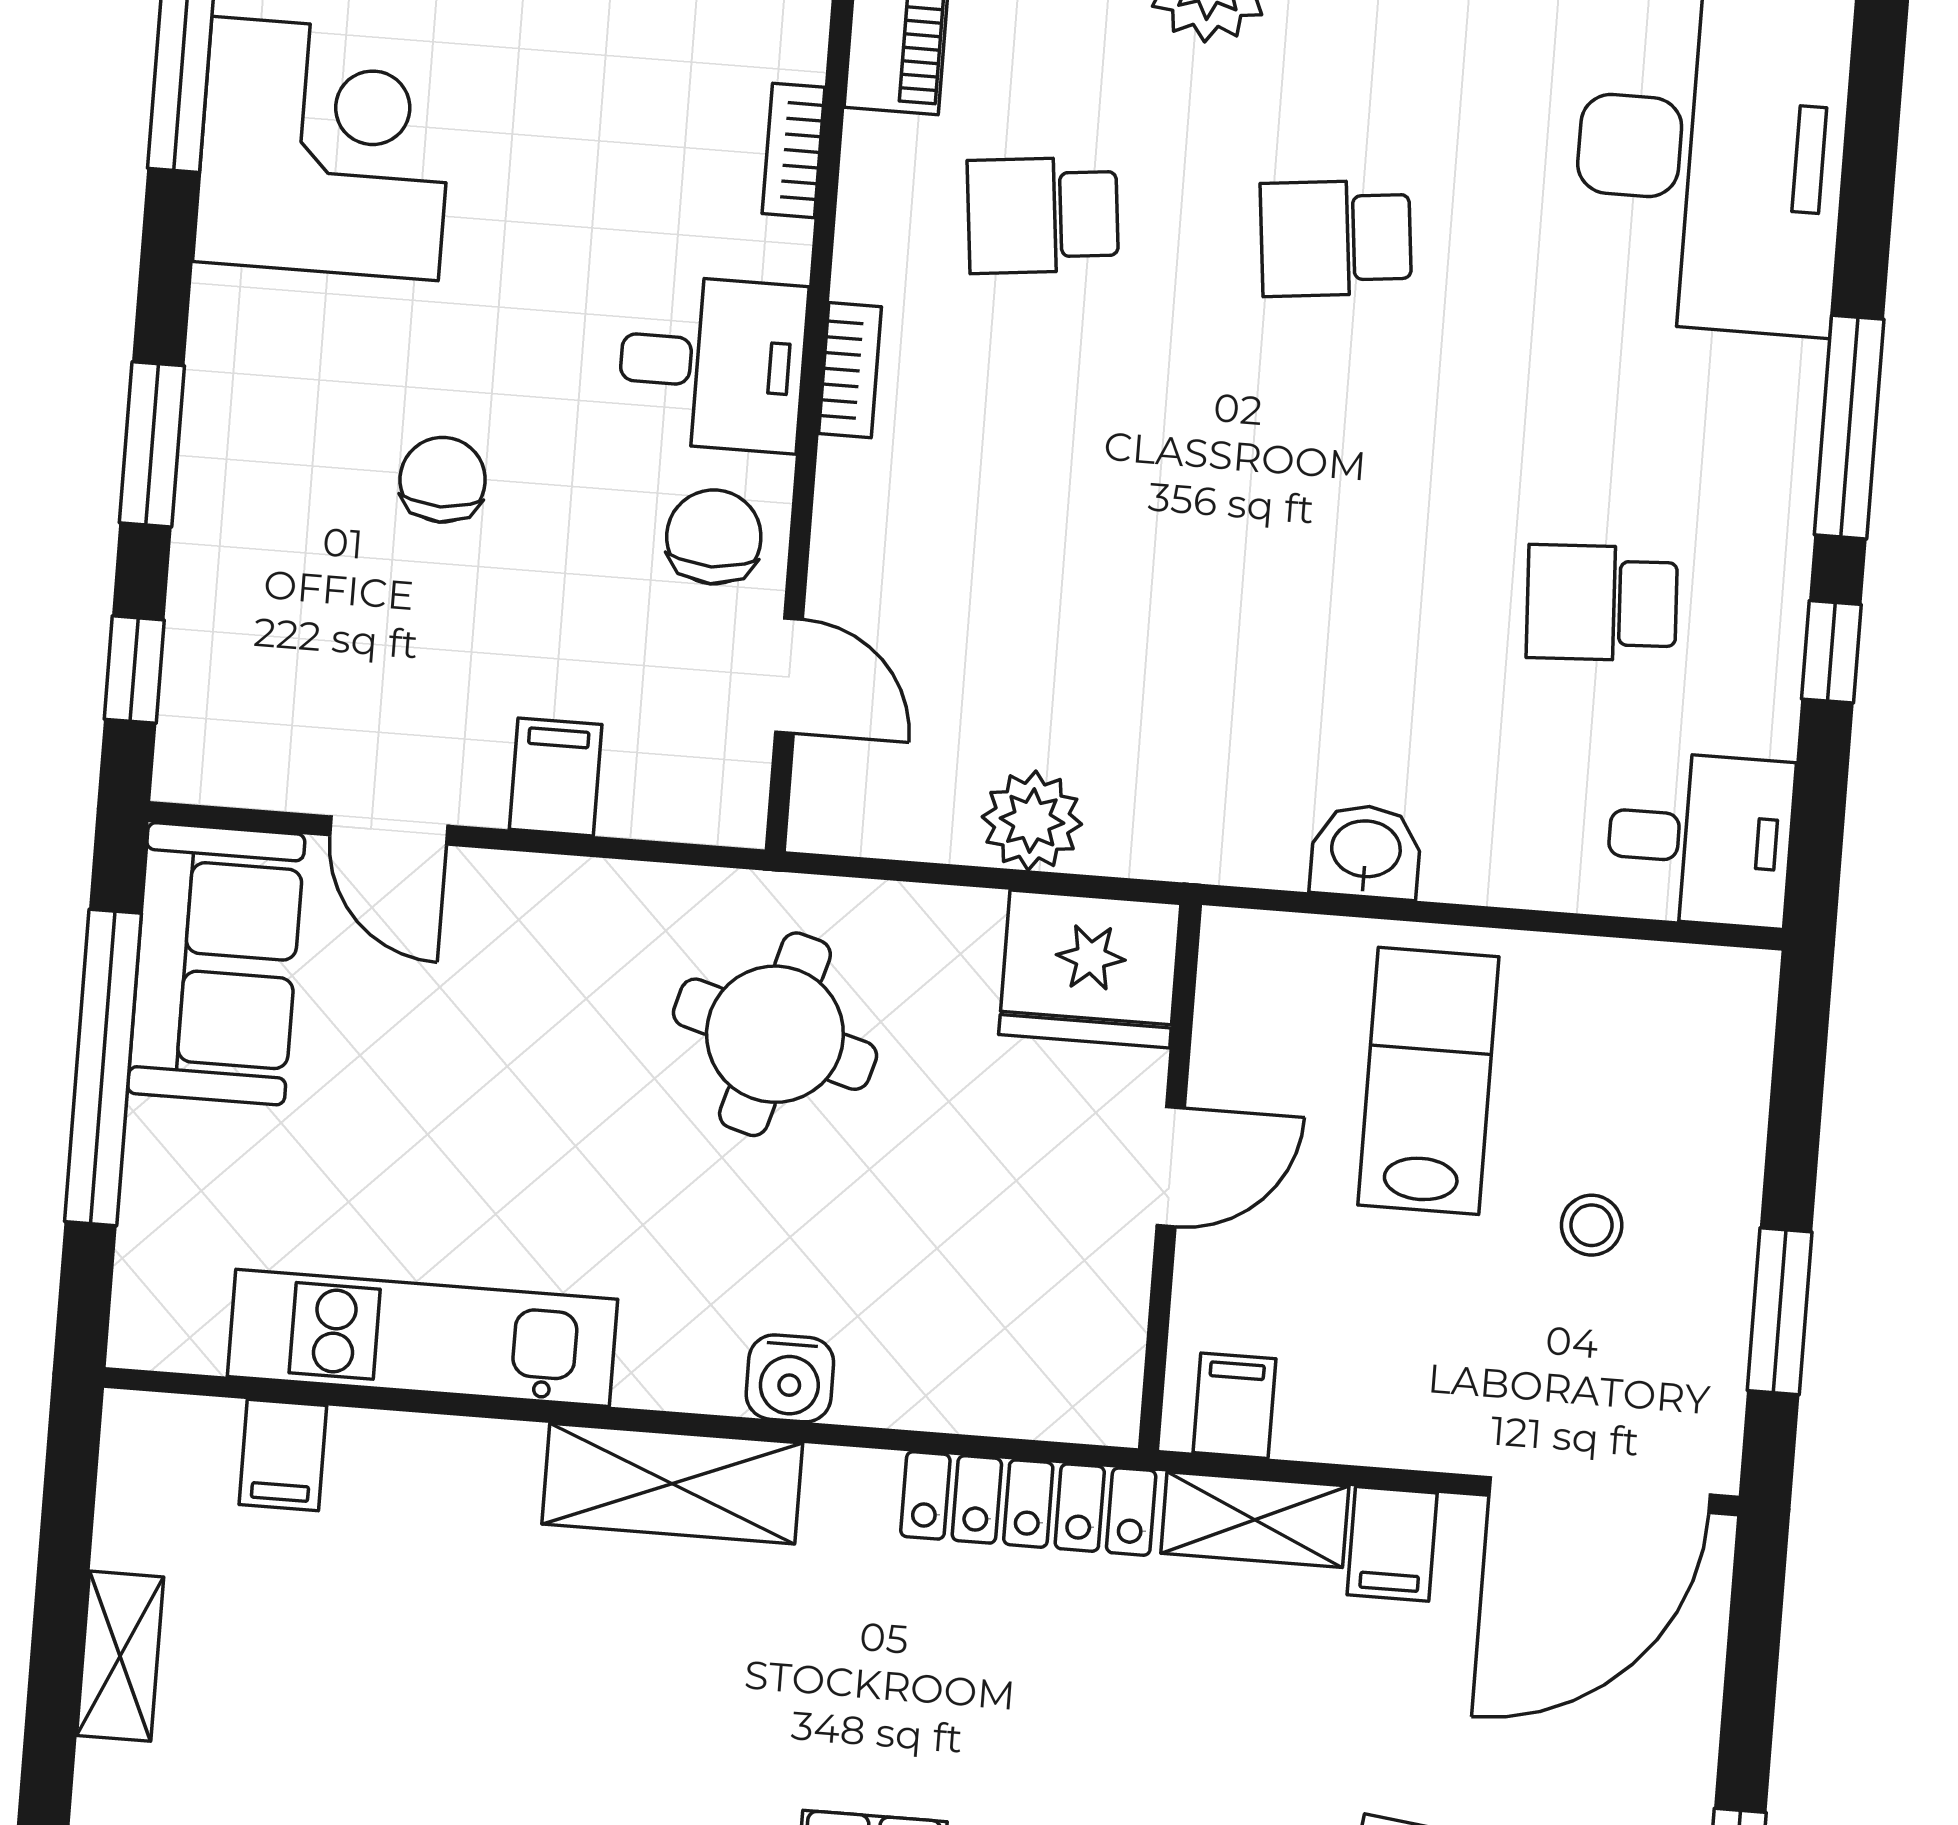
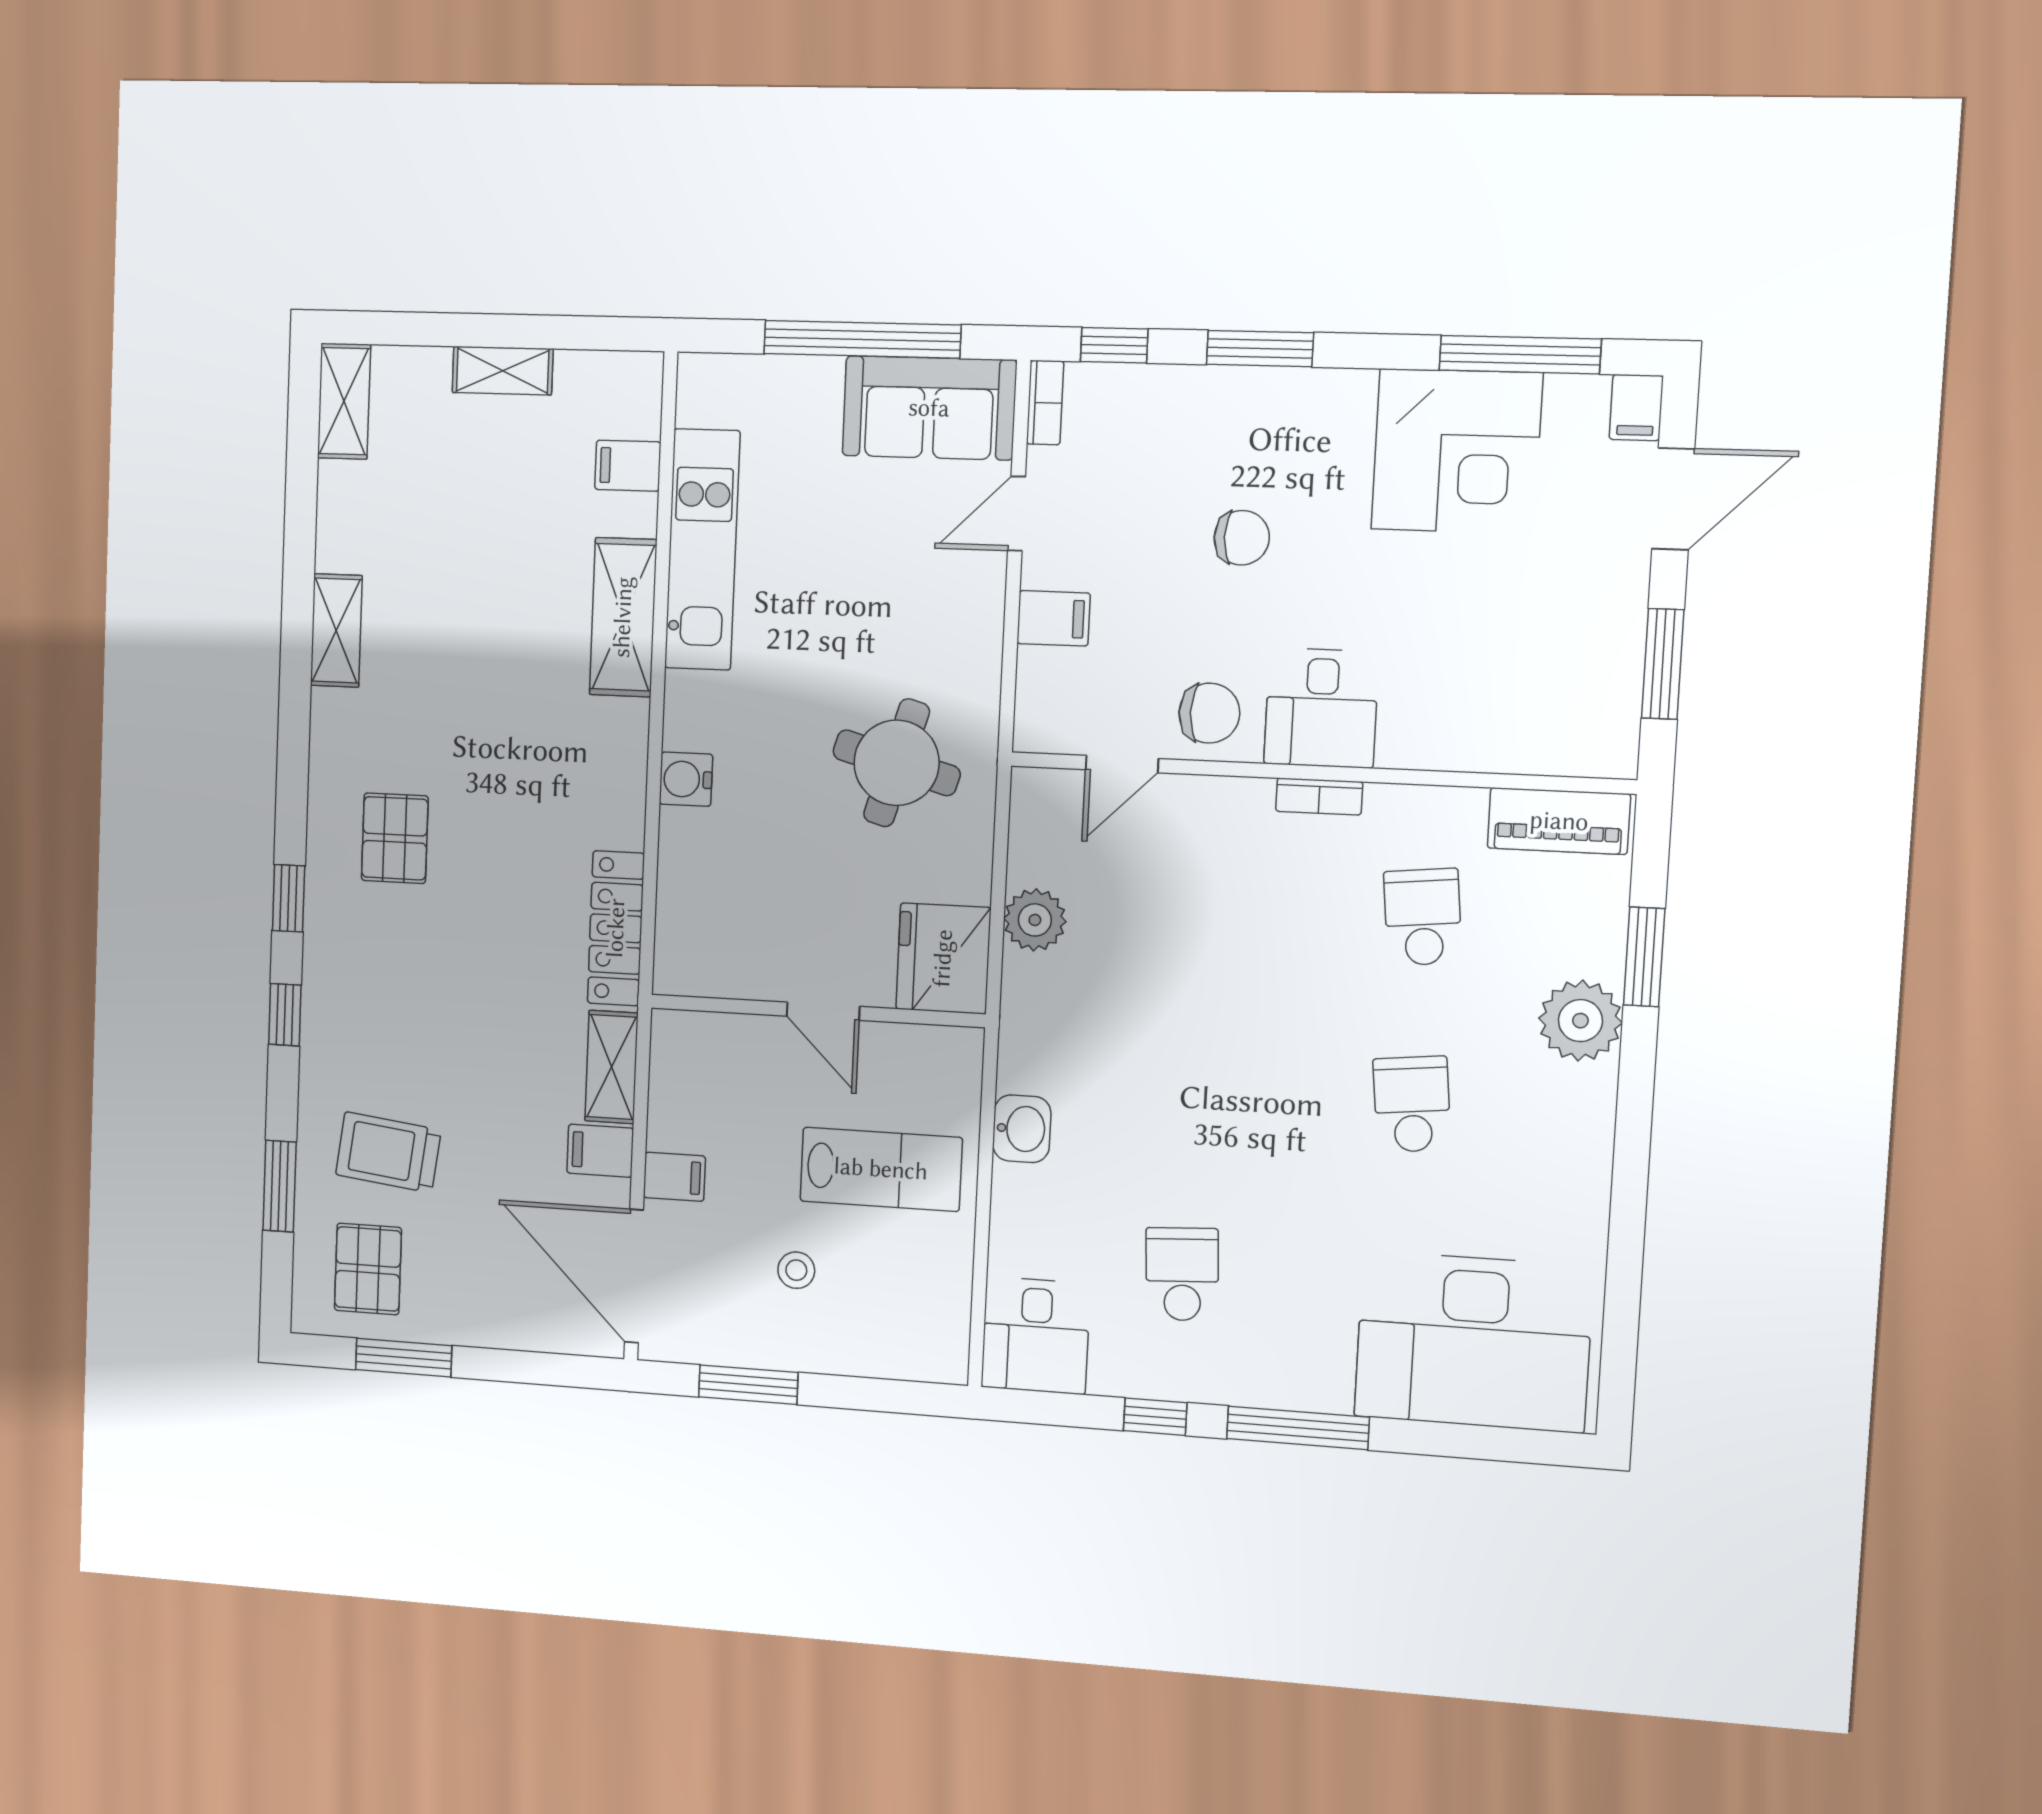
bookcase: (794, 150) -> (1045, 403), moved, turned 90
filing cabinet: (1234, 1406) -> (674, 1177), moved
shelving: (672, 1484) -> (623, 617), moved

